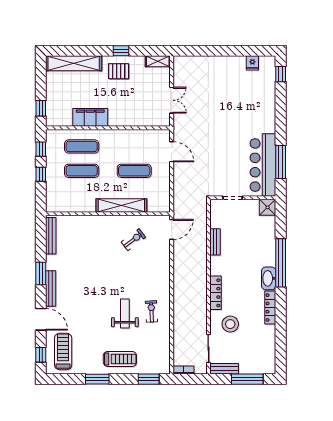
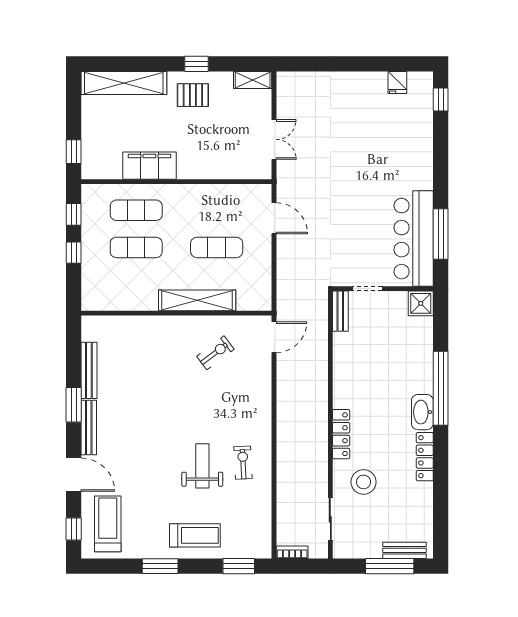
bench: (51, 236) -> (89, 370), moved
bench: (215, 242) -> (340, 311), moved
bench: (224, 369) -> (405, 550), moved

